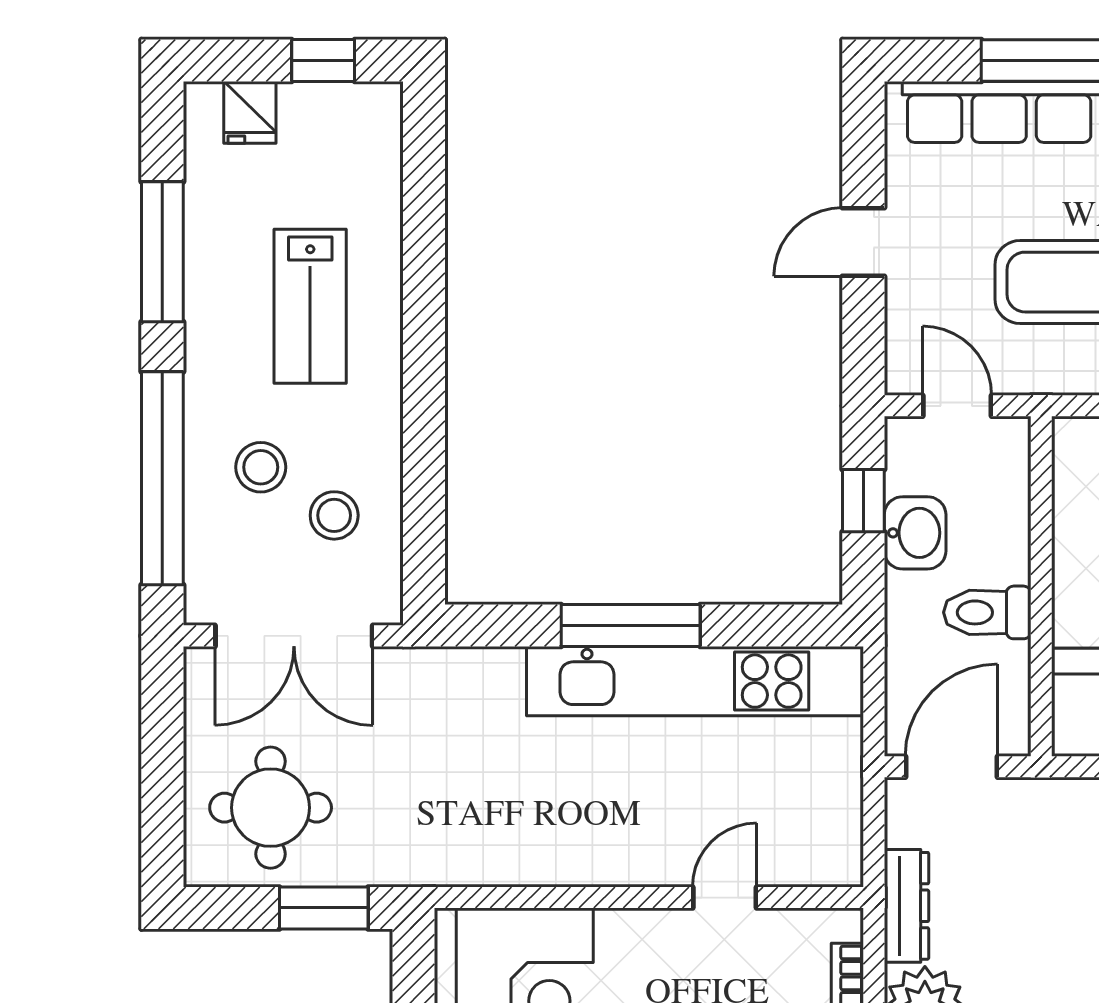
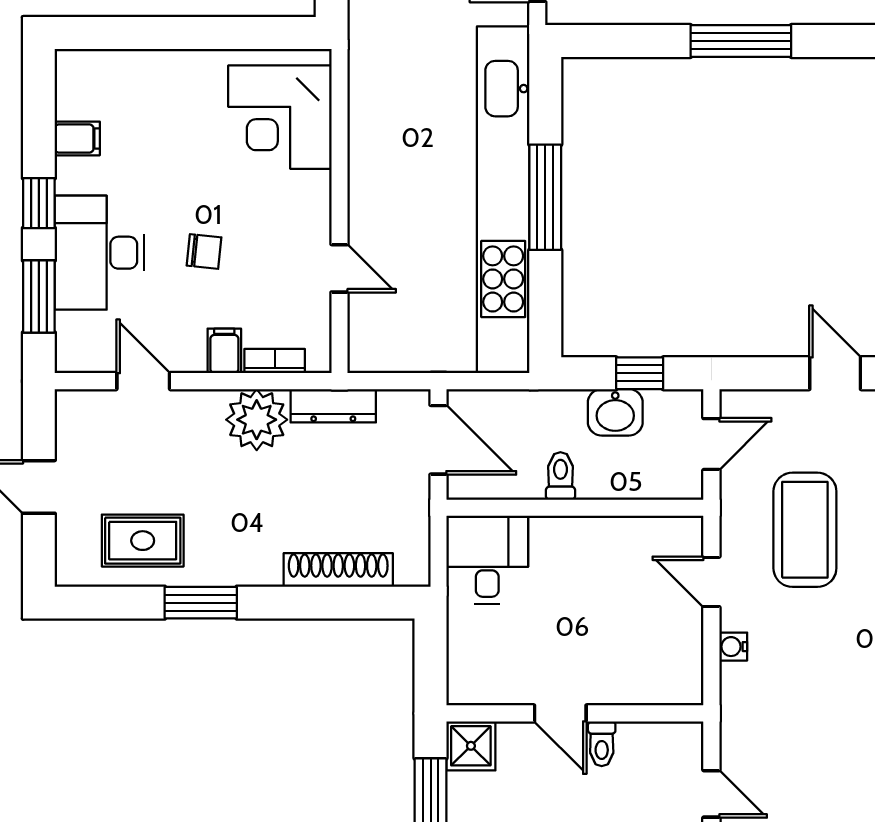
window: (424, 367) -> (741, 41), added
toilet: (987, 612) -> (560, 476), width x0.73, depth x0.72
kitchen unit: (694, 681) -> (503, 199), width x1.36

